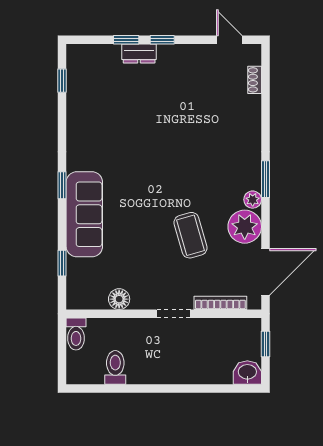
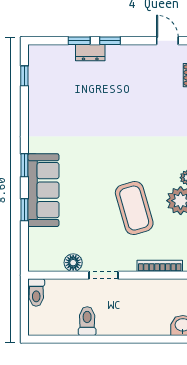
coffee table: (191, 235) -> (134, 208), width x1.36, depth x1.32
window: (62, 263) -> (24, 210), moved
doorway: (174, 314) -> (104, 275), moved
toilet: (115, 367) -> (87, 321), moved

